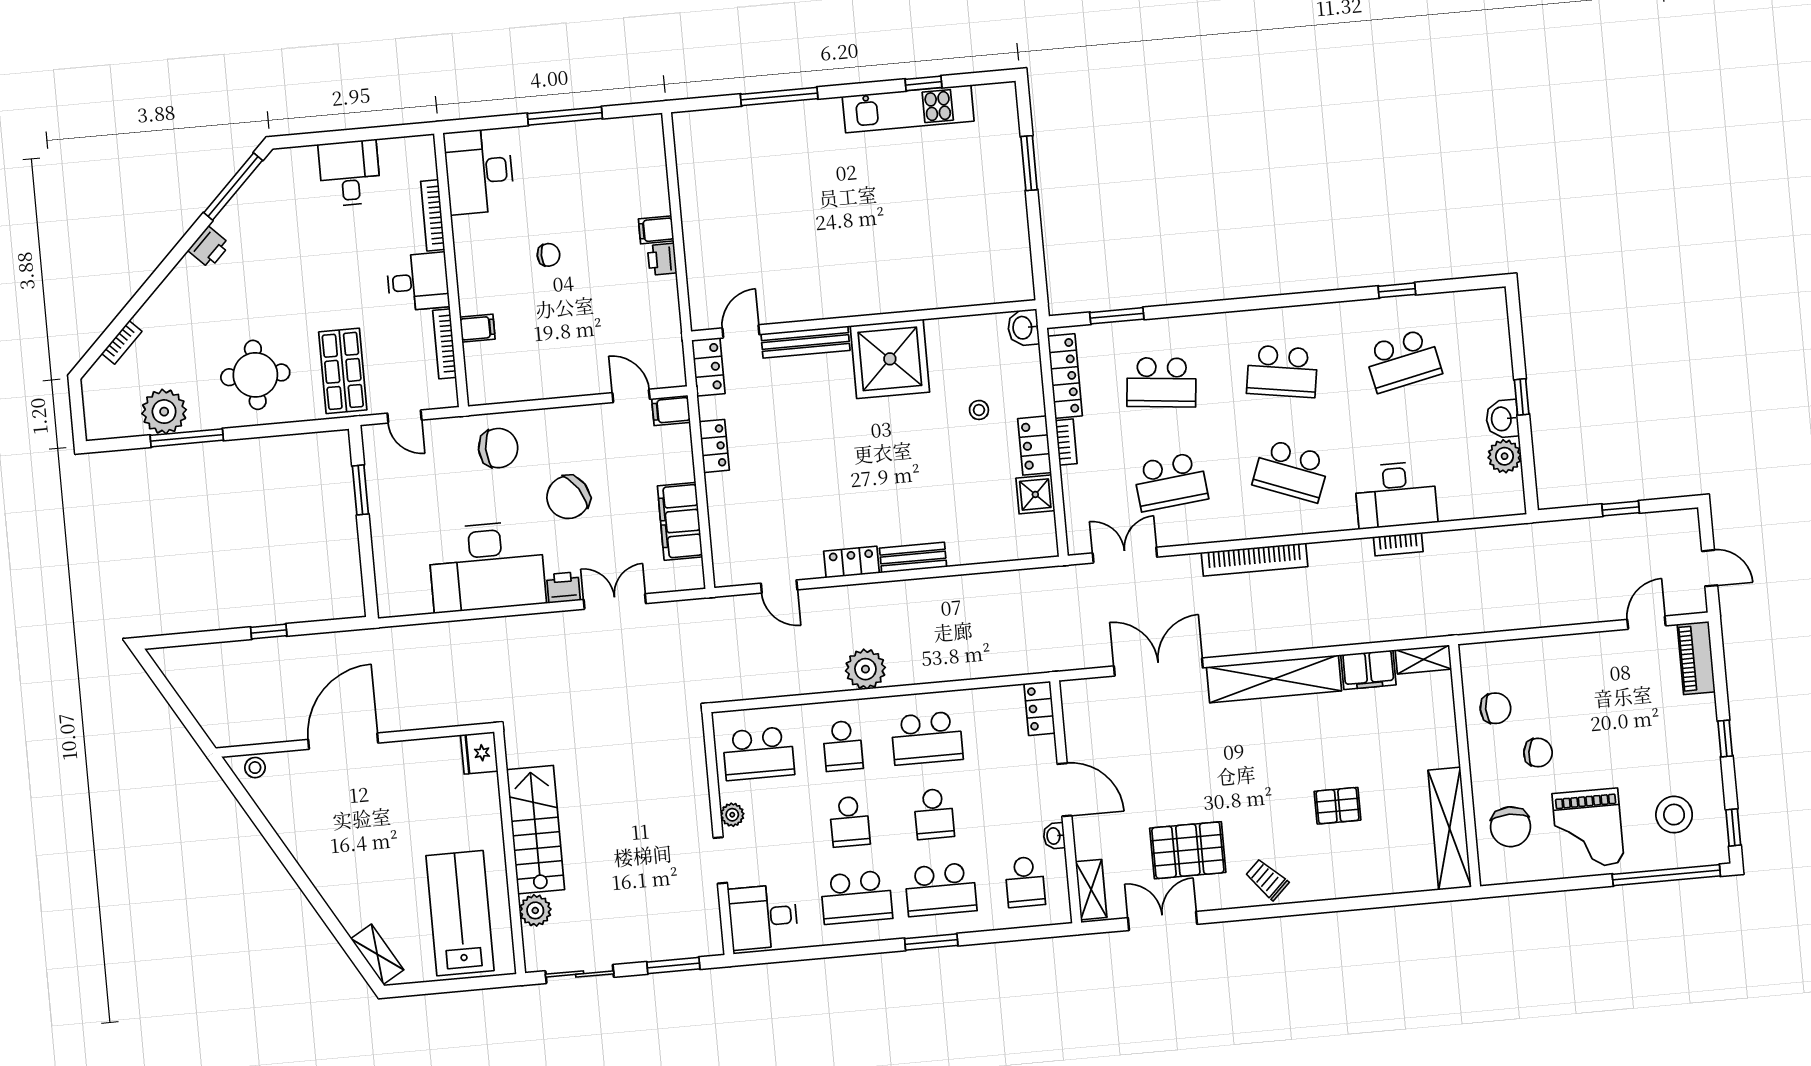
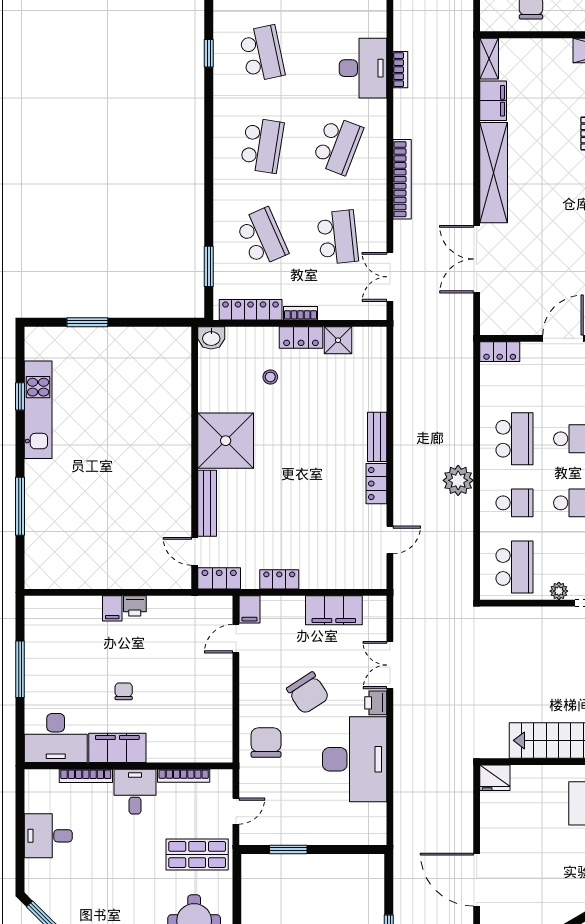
filing cabinet: (477, 328) -> (117, 748), moved, width x3.00, depth x1.17
school desk: (1162, 382) -> (262, 237), turned -30

